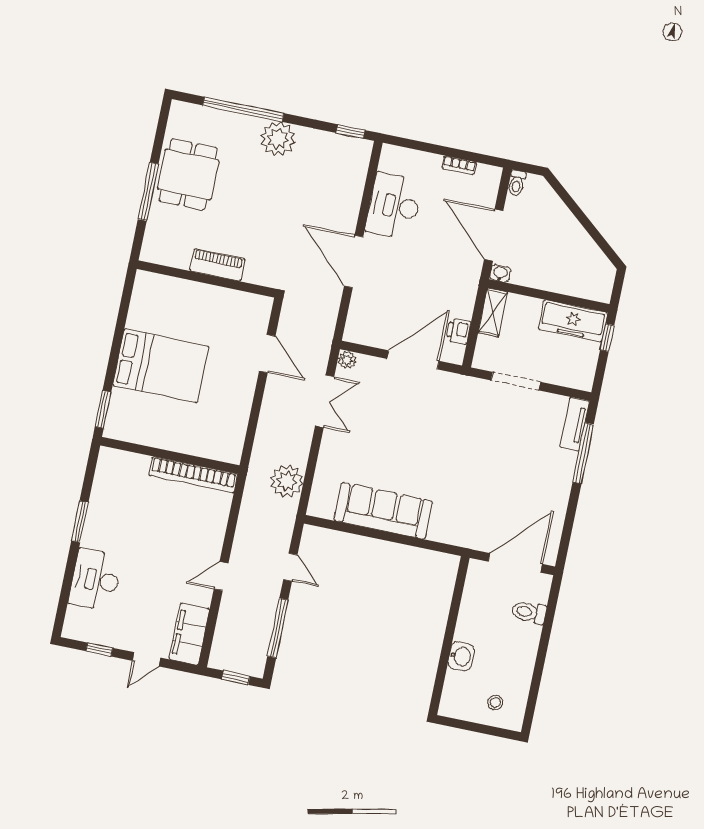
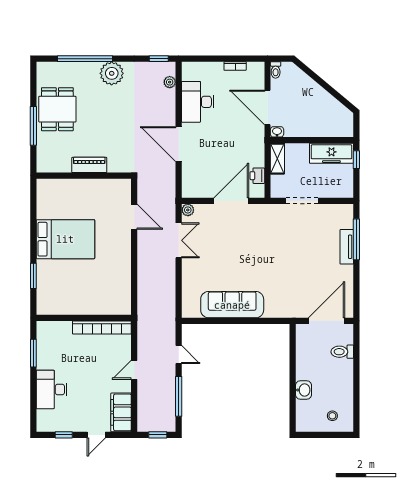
tv unit: (575, 424) -> (347, 247), moved
wall: (170, 455) -> (84, 318), moved
bookcase: (193, 475) -> (102, 328), moved
plant: (287, 481) -> (170, 82), moved, width x0.53, depth x0.53

